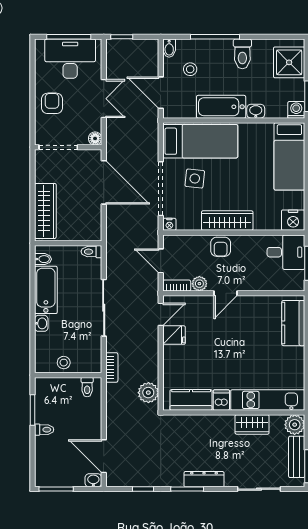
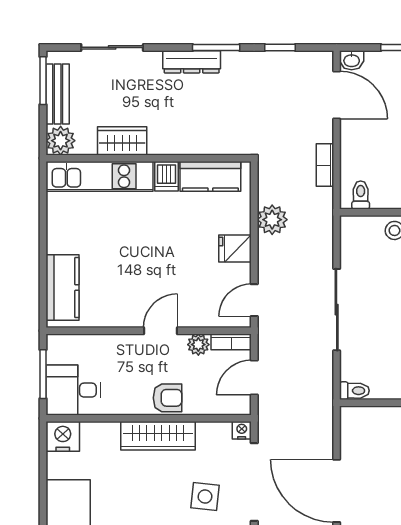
armchair: (221, 247) -> (168, 398), turned 90
door: (161, 261) -> (254, 378), swing flipped
fridge: (174, 335) -> (235, 249), moved
bookcase: (112, 367) -> (325, 165), moved
plant: (148, 393) -> (272, 220), moved

